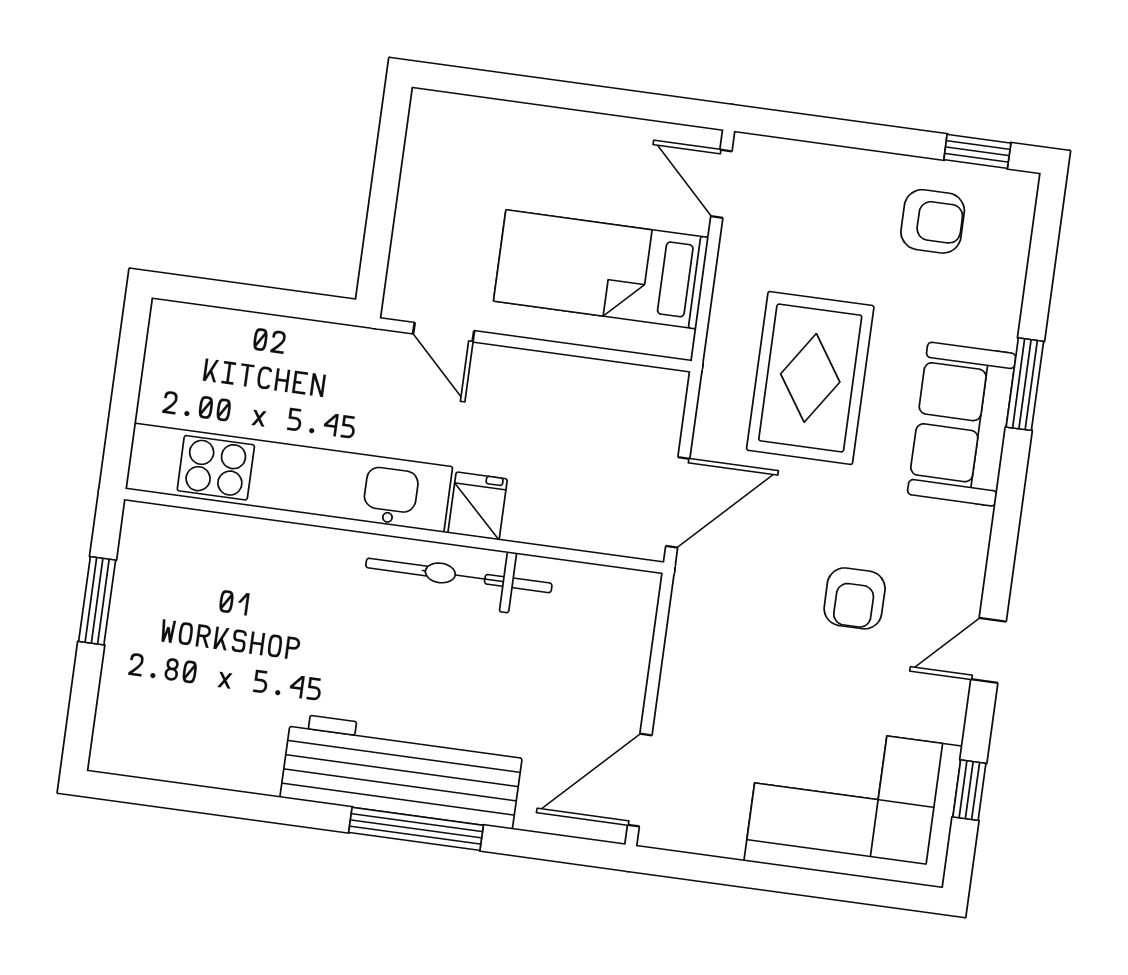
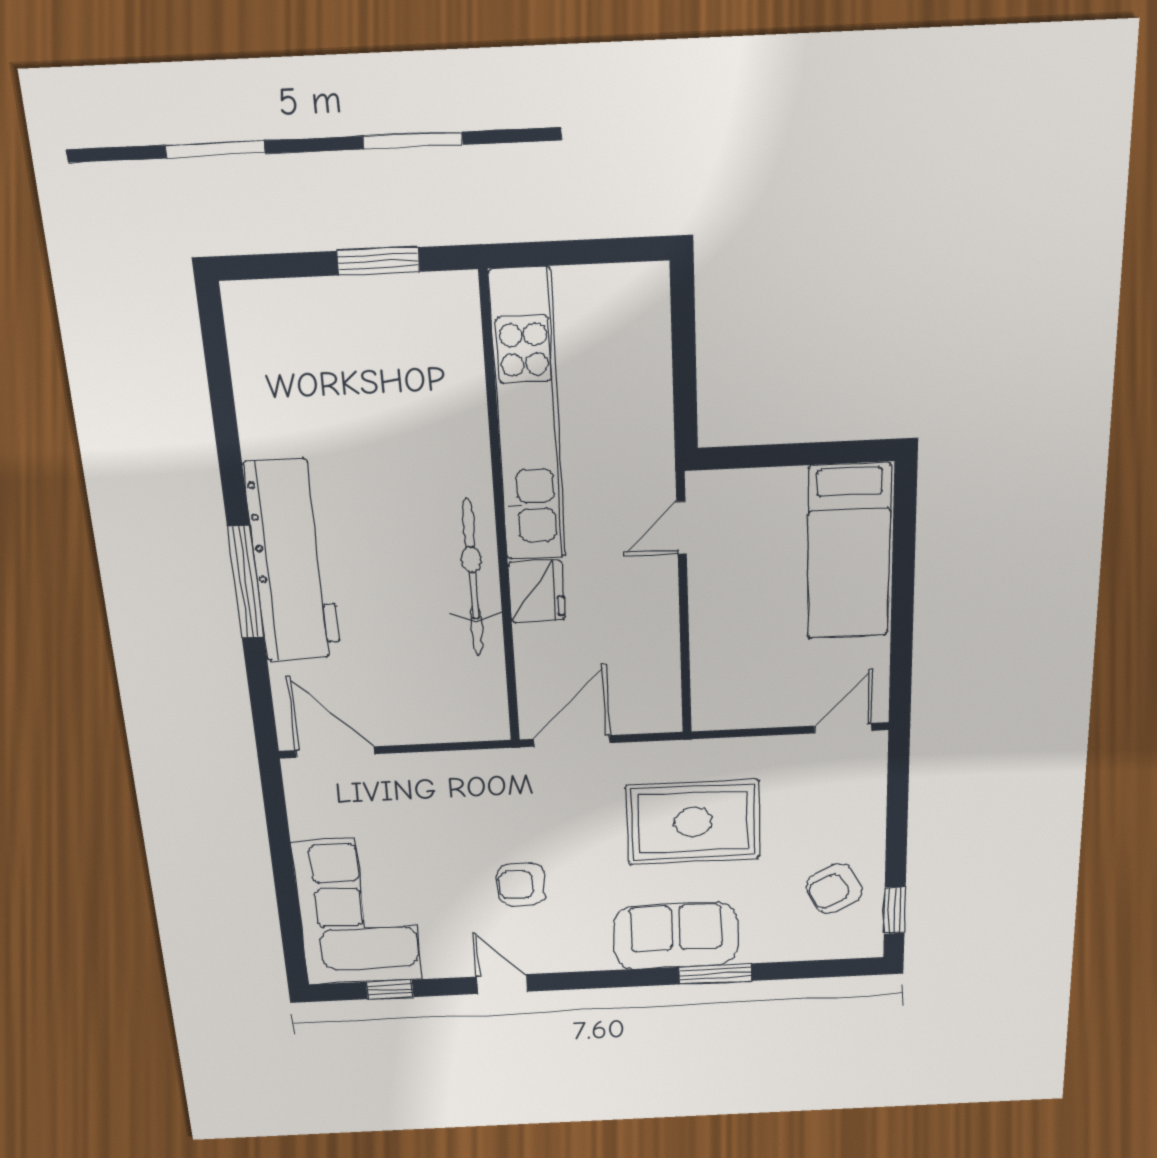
armchair: (933, 221) -> (834, 888), turned 64
bed: (601, 269) -> (849, 551), moved, turned 180
door: (678, 502) -> (572, 741), swing flipped
fridge: (478, 506) -> (537, 591), width x1.38

